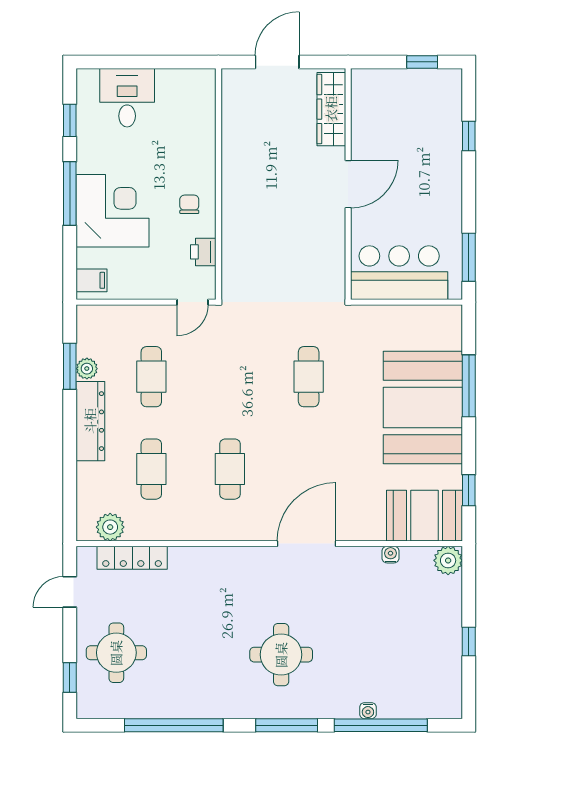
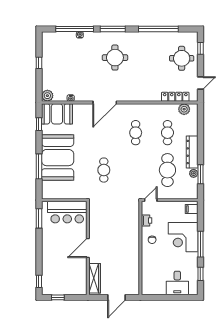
window: (469, 136) -> (39, 281), moved
cafe table: (151, 377) -> (167, 170), width x1.37, depth x1.35

